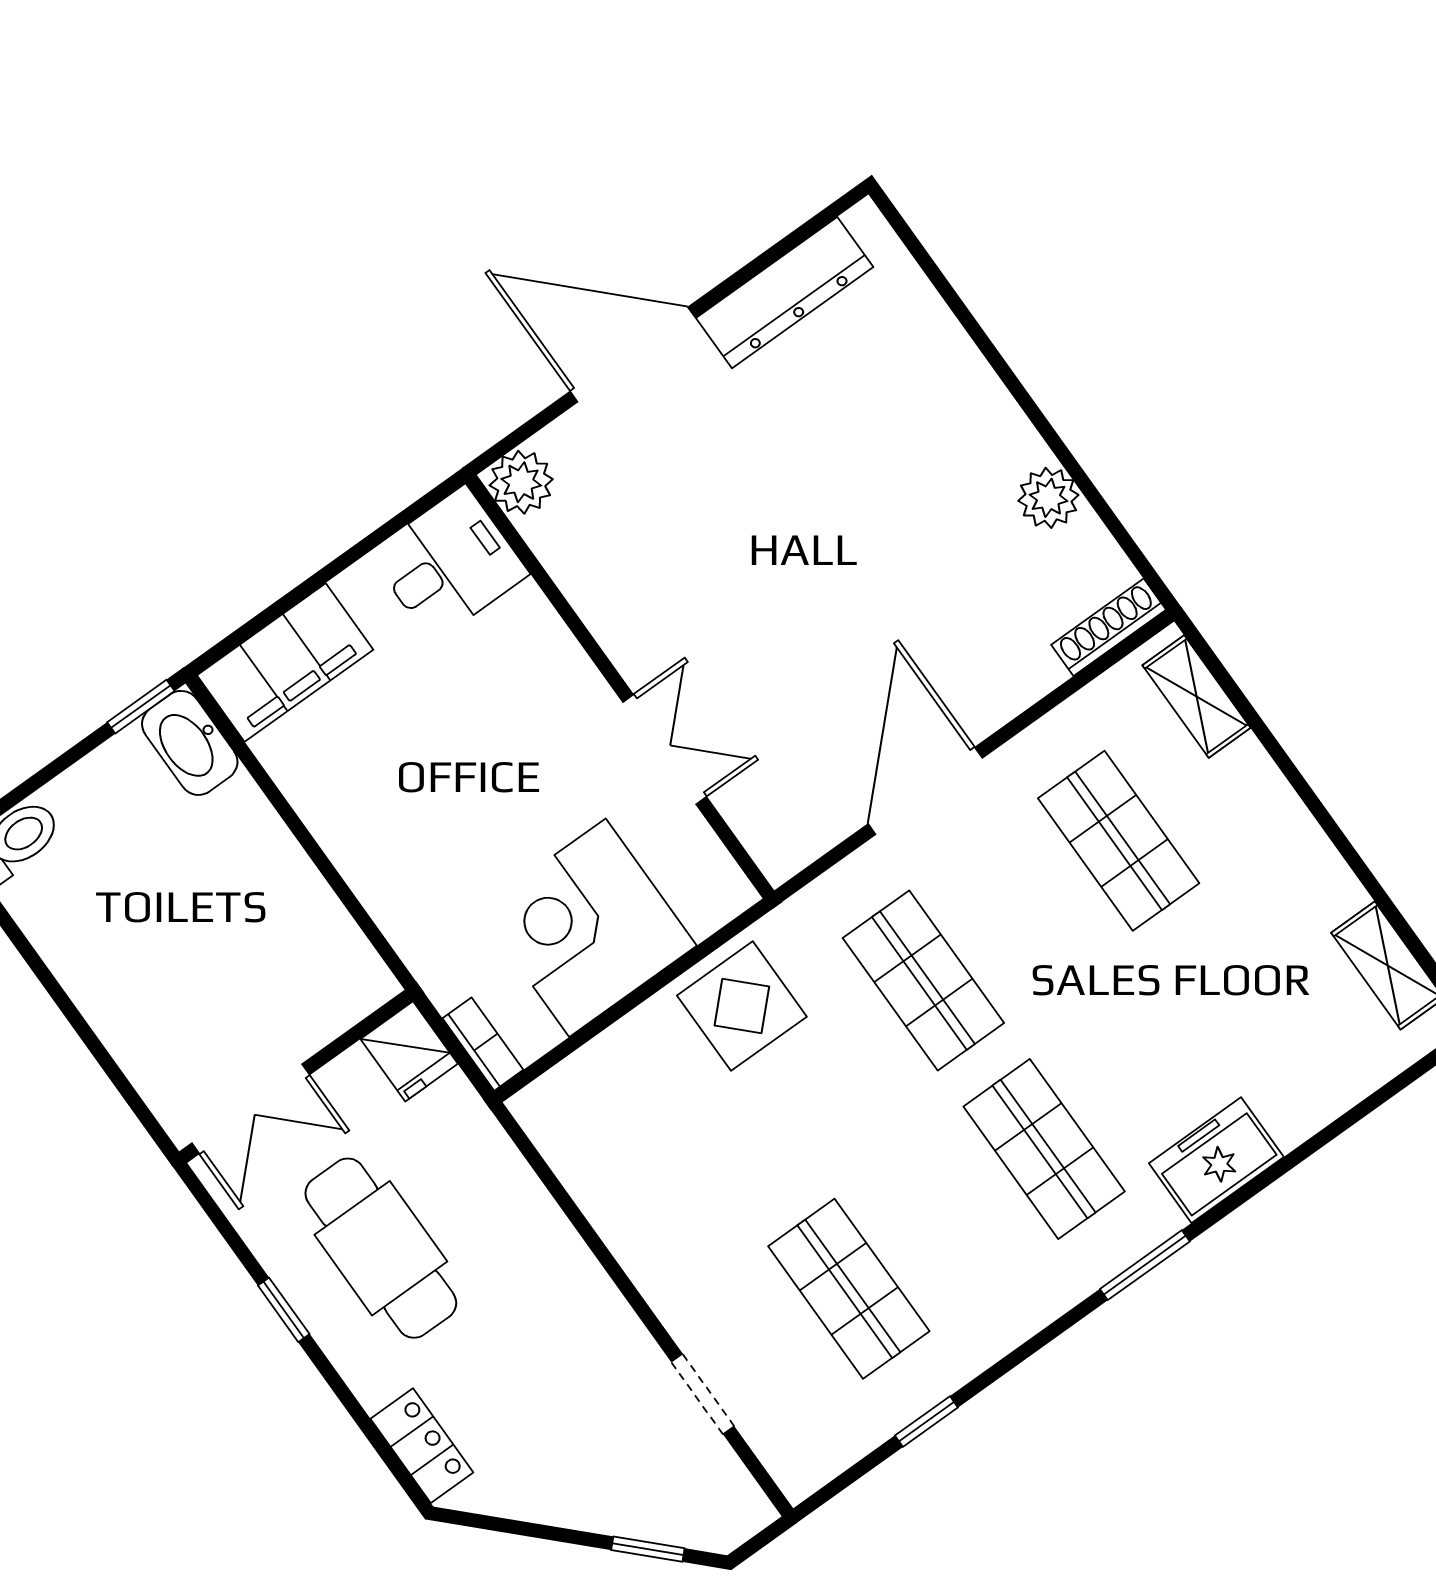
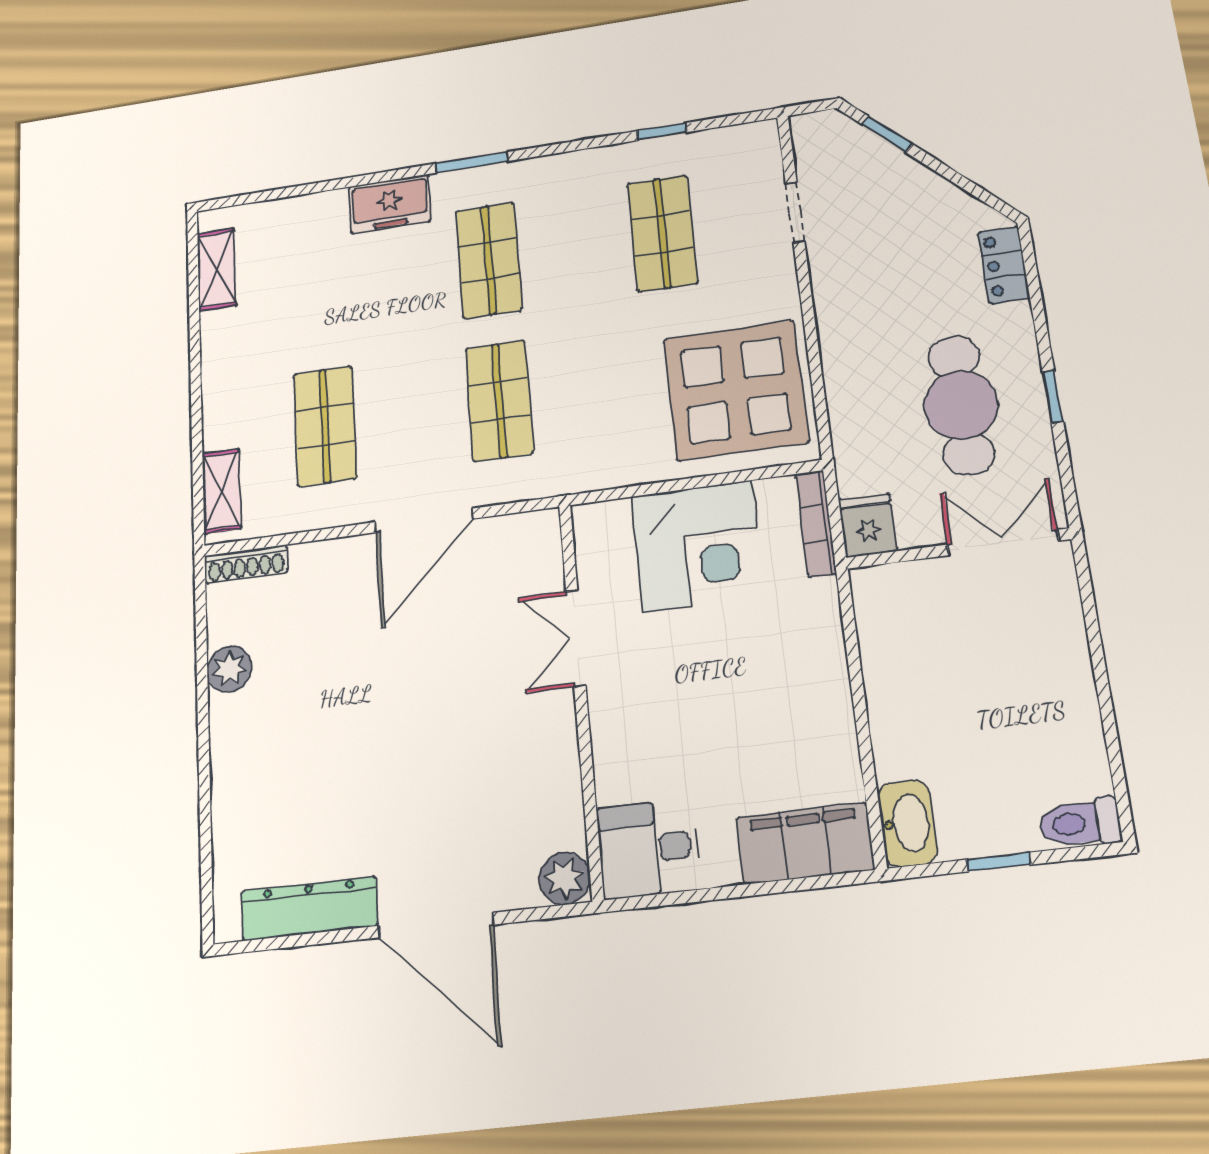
window: (141, 707) -> (999, 862), moved
display table: (742, 1006) -> (736, 390), moved, width x1.86, depth x1.86
bookcase: (483, 1044) -> (816, 524), width x1.56

